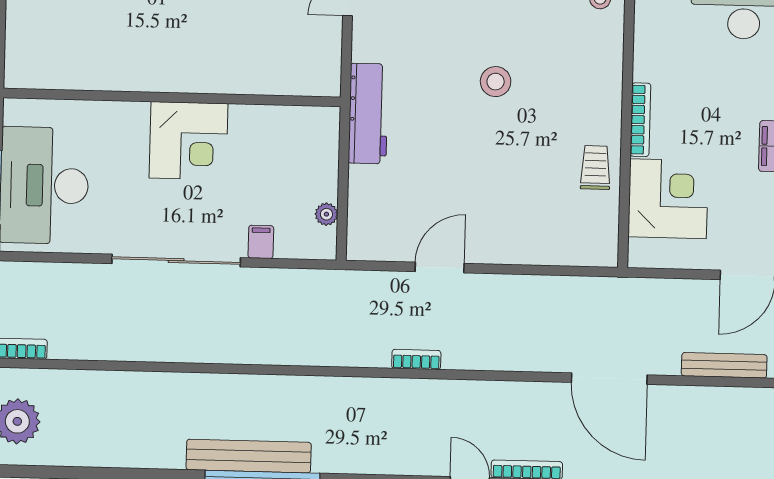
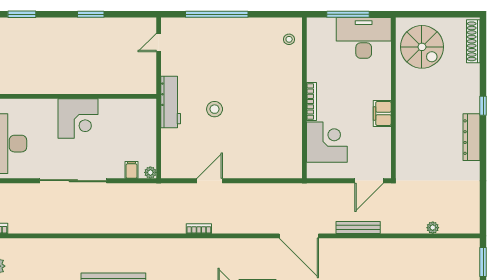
stool: (496, 82) -> (215, 109), moved
trolley: (595, 168) -> (289, 127), removed
plant: (326, 214) -> (150, 172), moved
filing cabinet: (261, 242) -> (131, 170), moved

